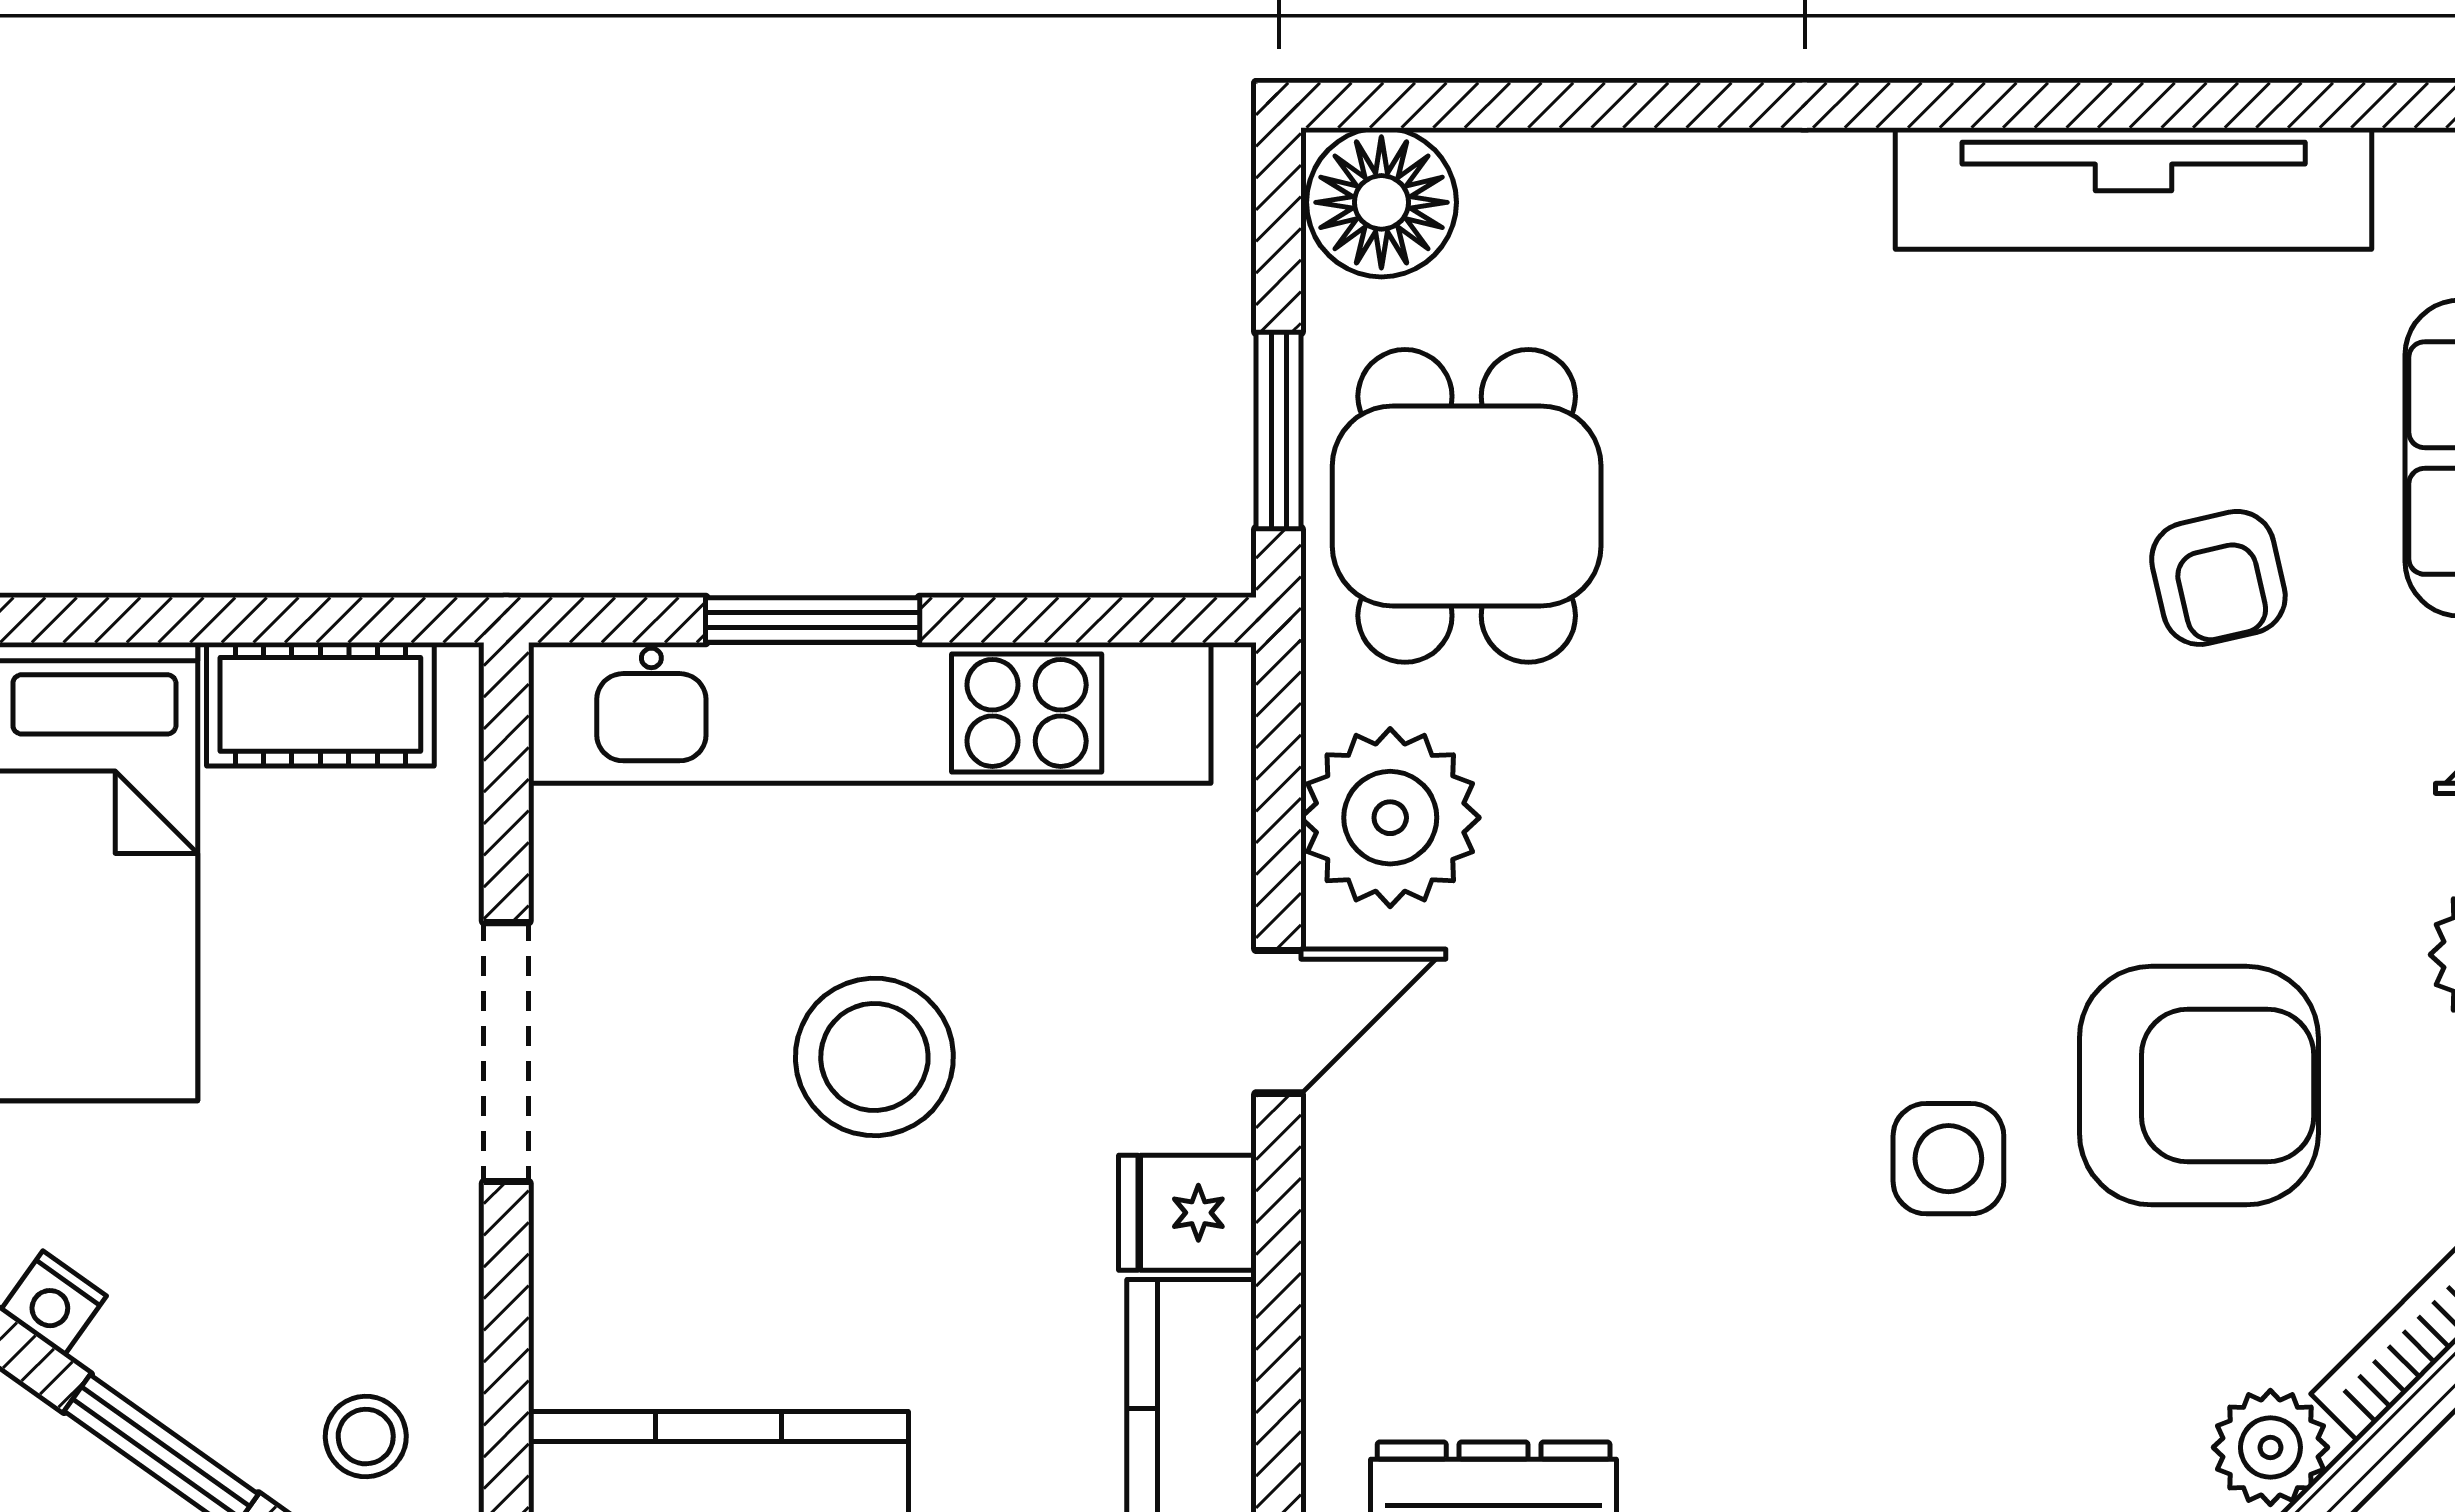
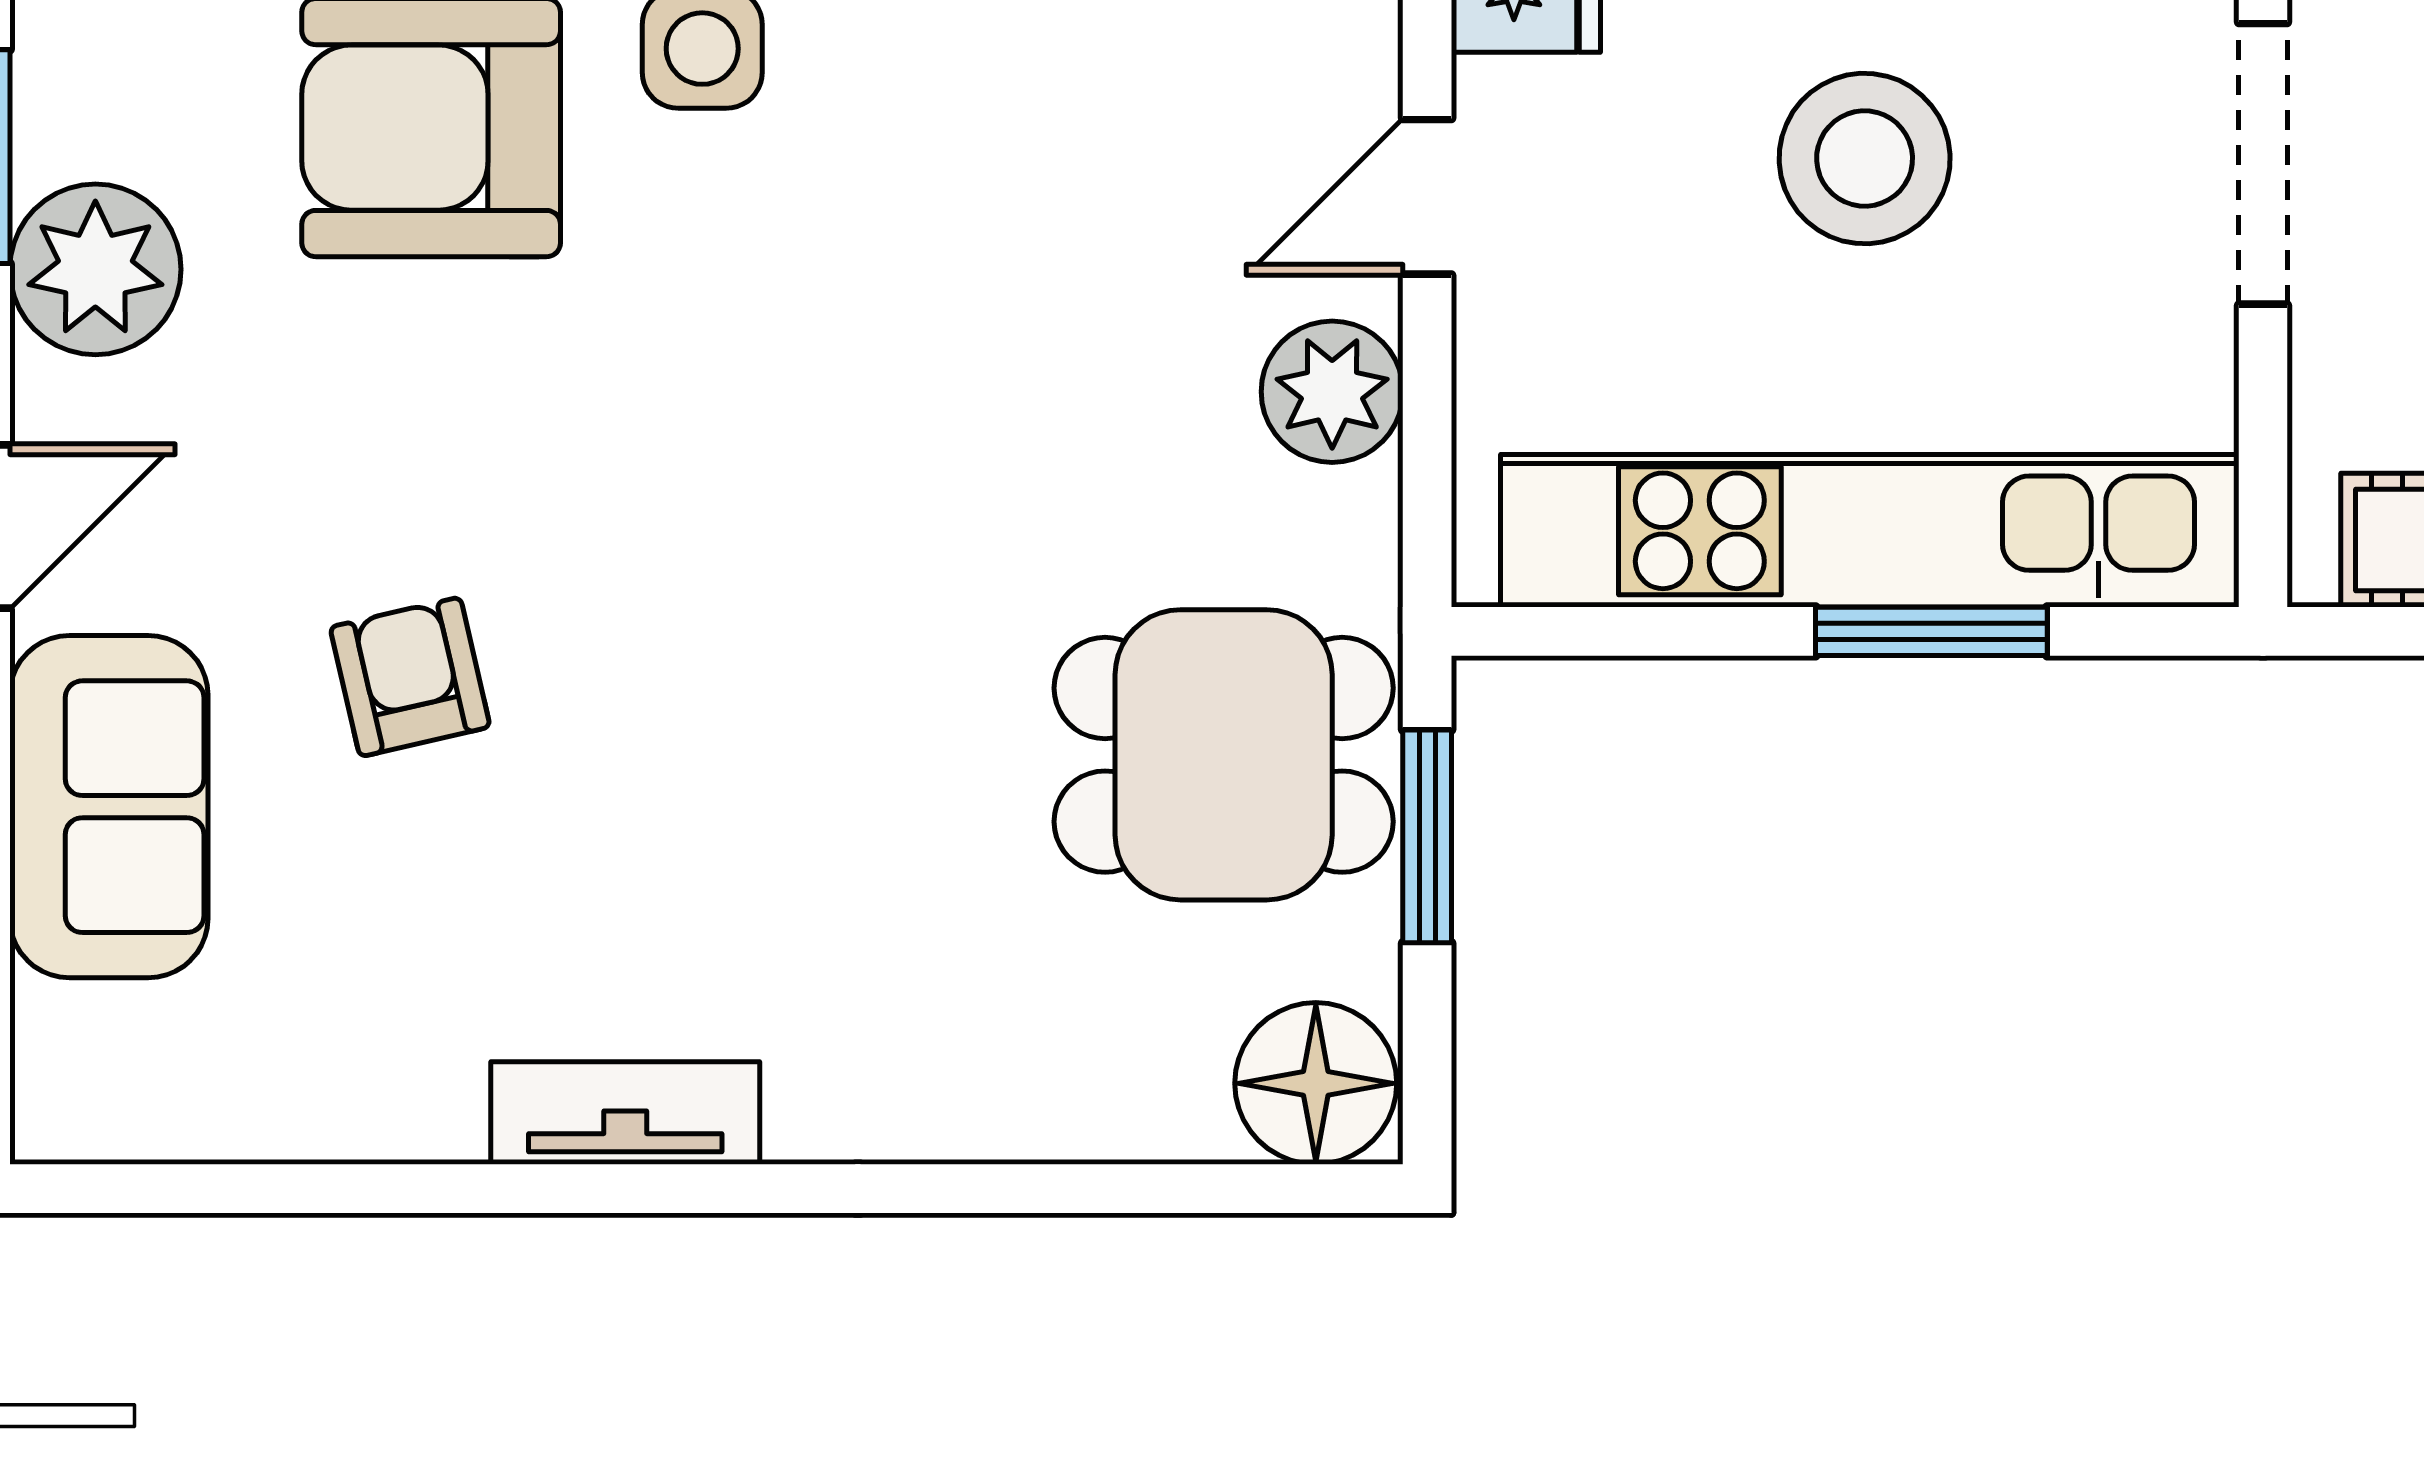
tv unit: (2134, 189) -> (625, 1113), width x0.52, depth x0.78
dining table: (1467, 506) -> (1224, 755), turned 90
plant: (1390, 818) -> (1332, 392), width x0.73, depth x0.73

